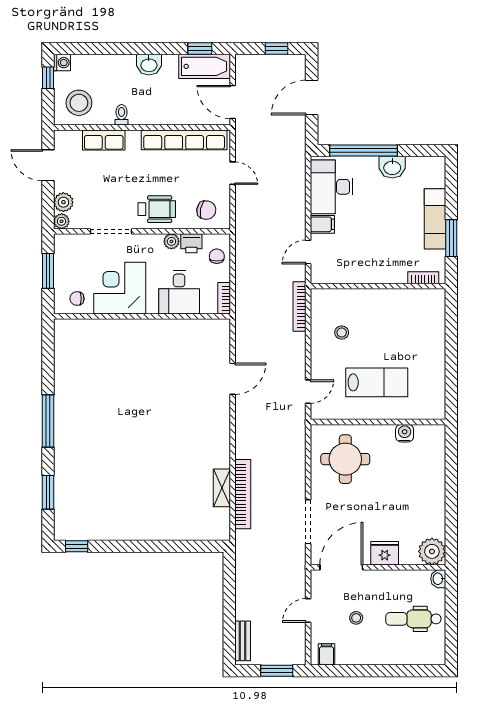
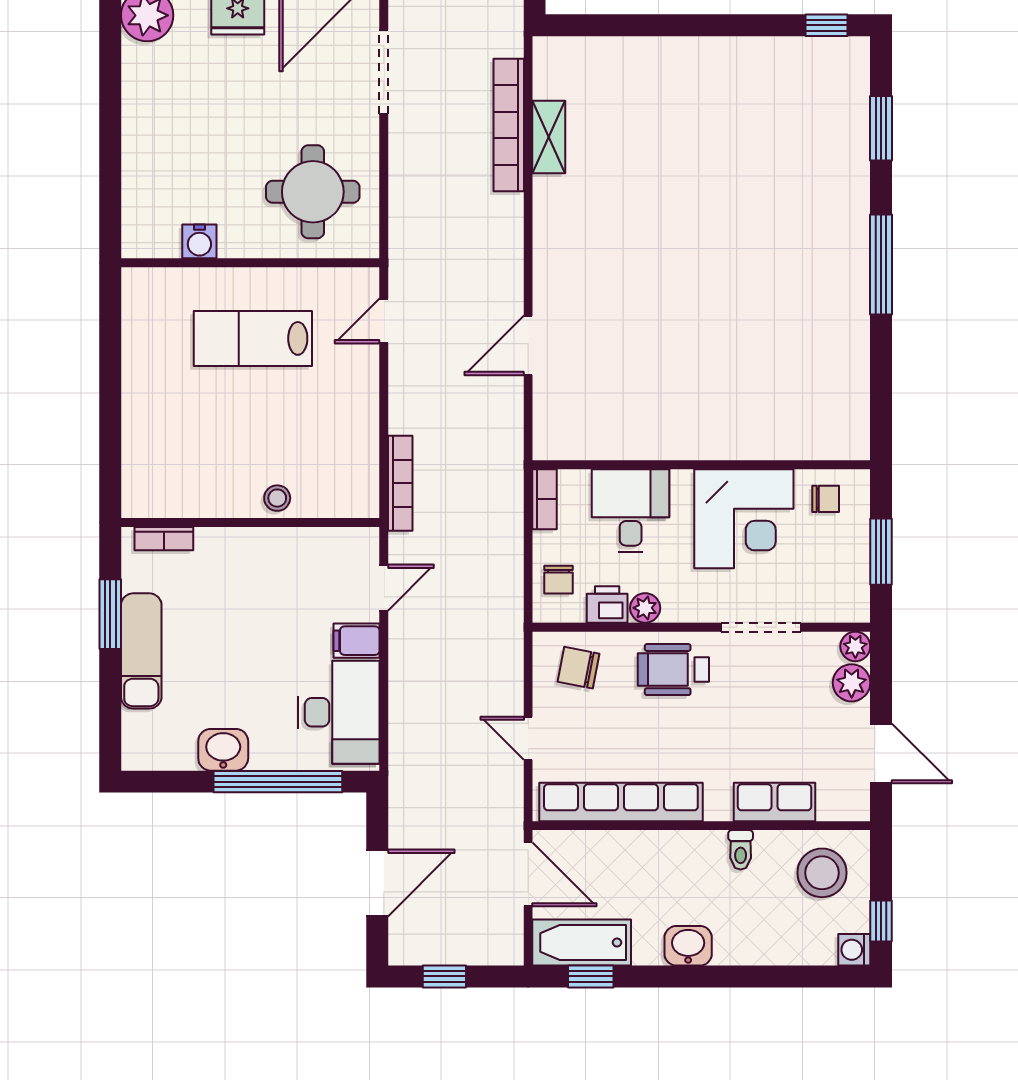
stool: (342, 333) -> (277, 498), moved

